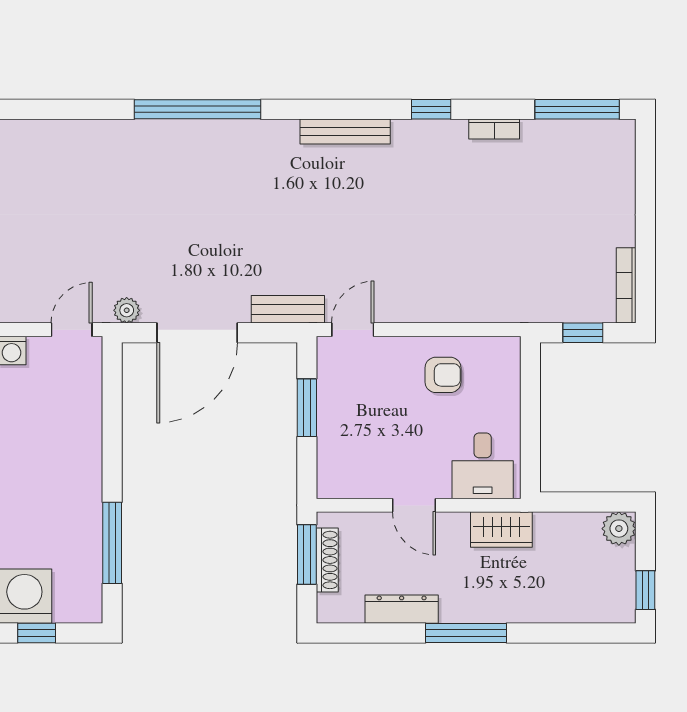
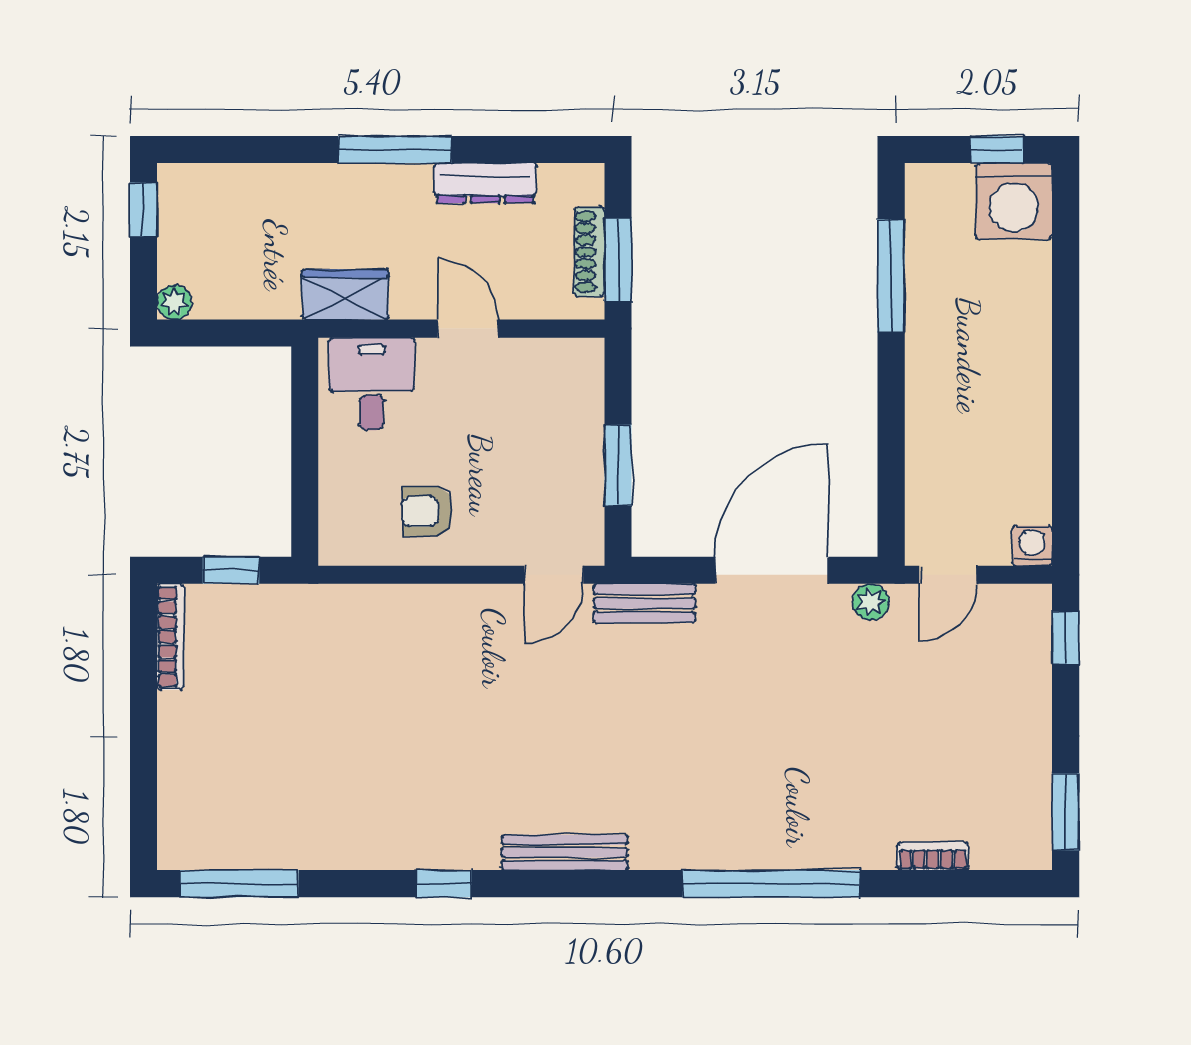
bookcase: (494, 129) -> (933, 856), moved
plant: (619, 529) -> (174, 302), width x0.73, depth x0.73

